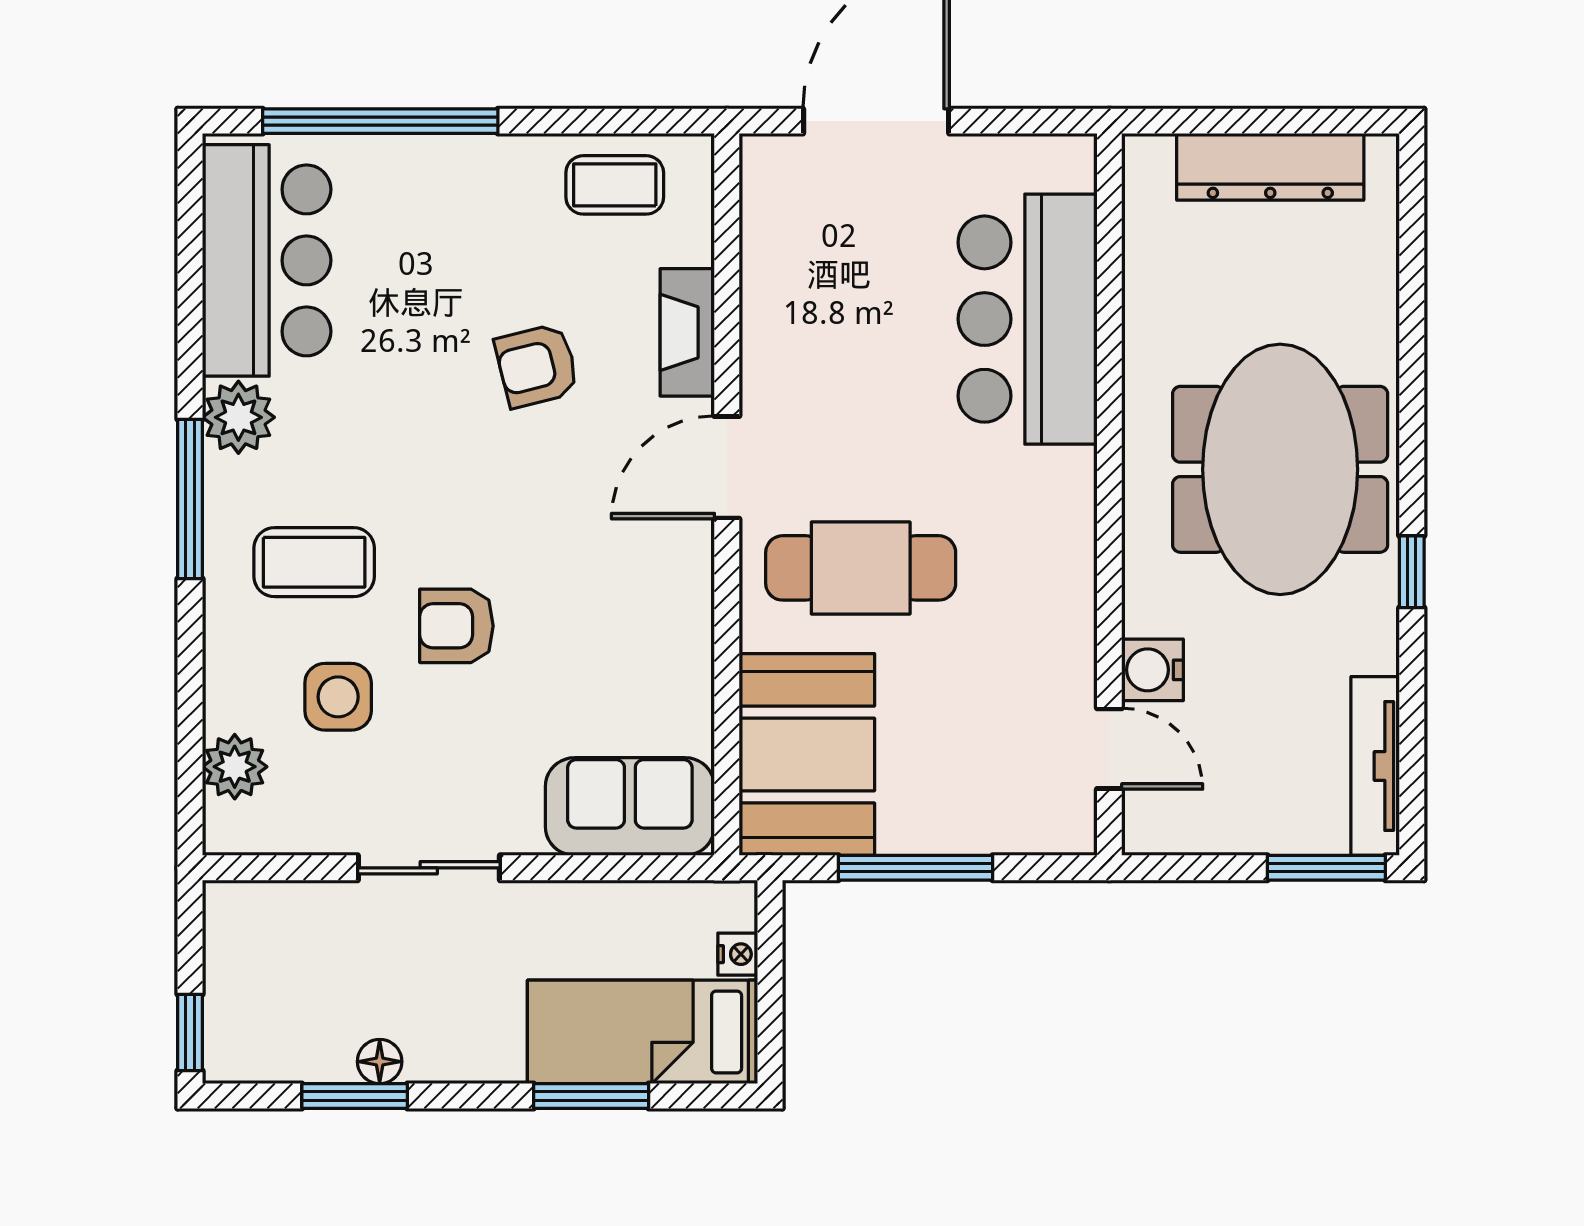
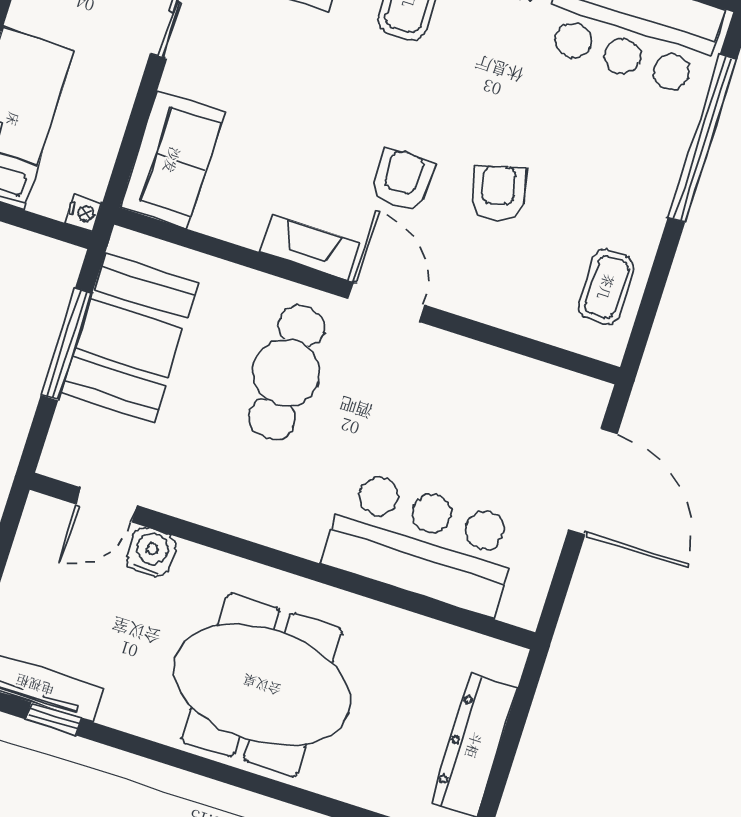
fireplace: (687, 332) -> (310, 247), moved
window: (1412, 572) -> (54, 719), moved
armchair: (456, 626) -> (402, 180), moved
booth: (807, 754) -> (130, 338), moved, turned 90
nightstand: (738, 954) -> (84, 213), moved, turned -90

